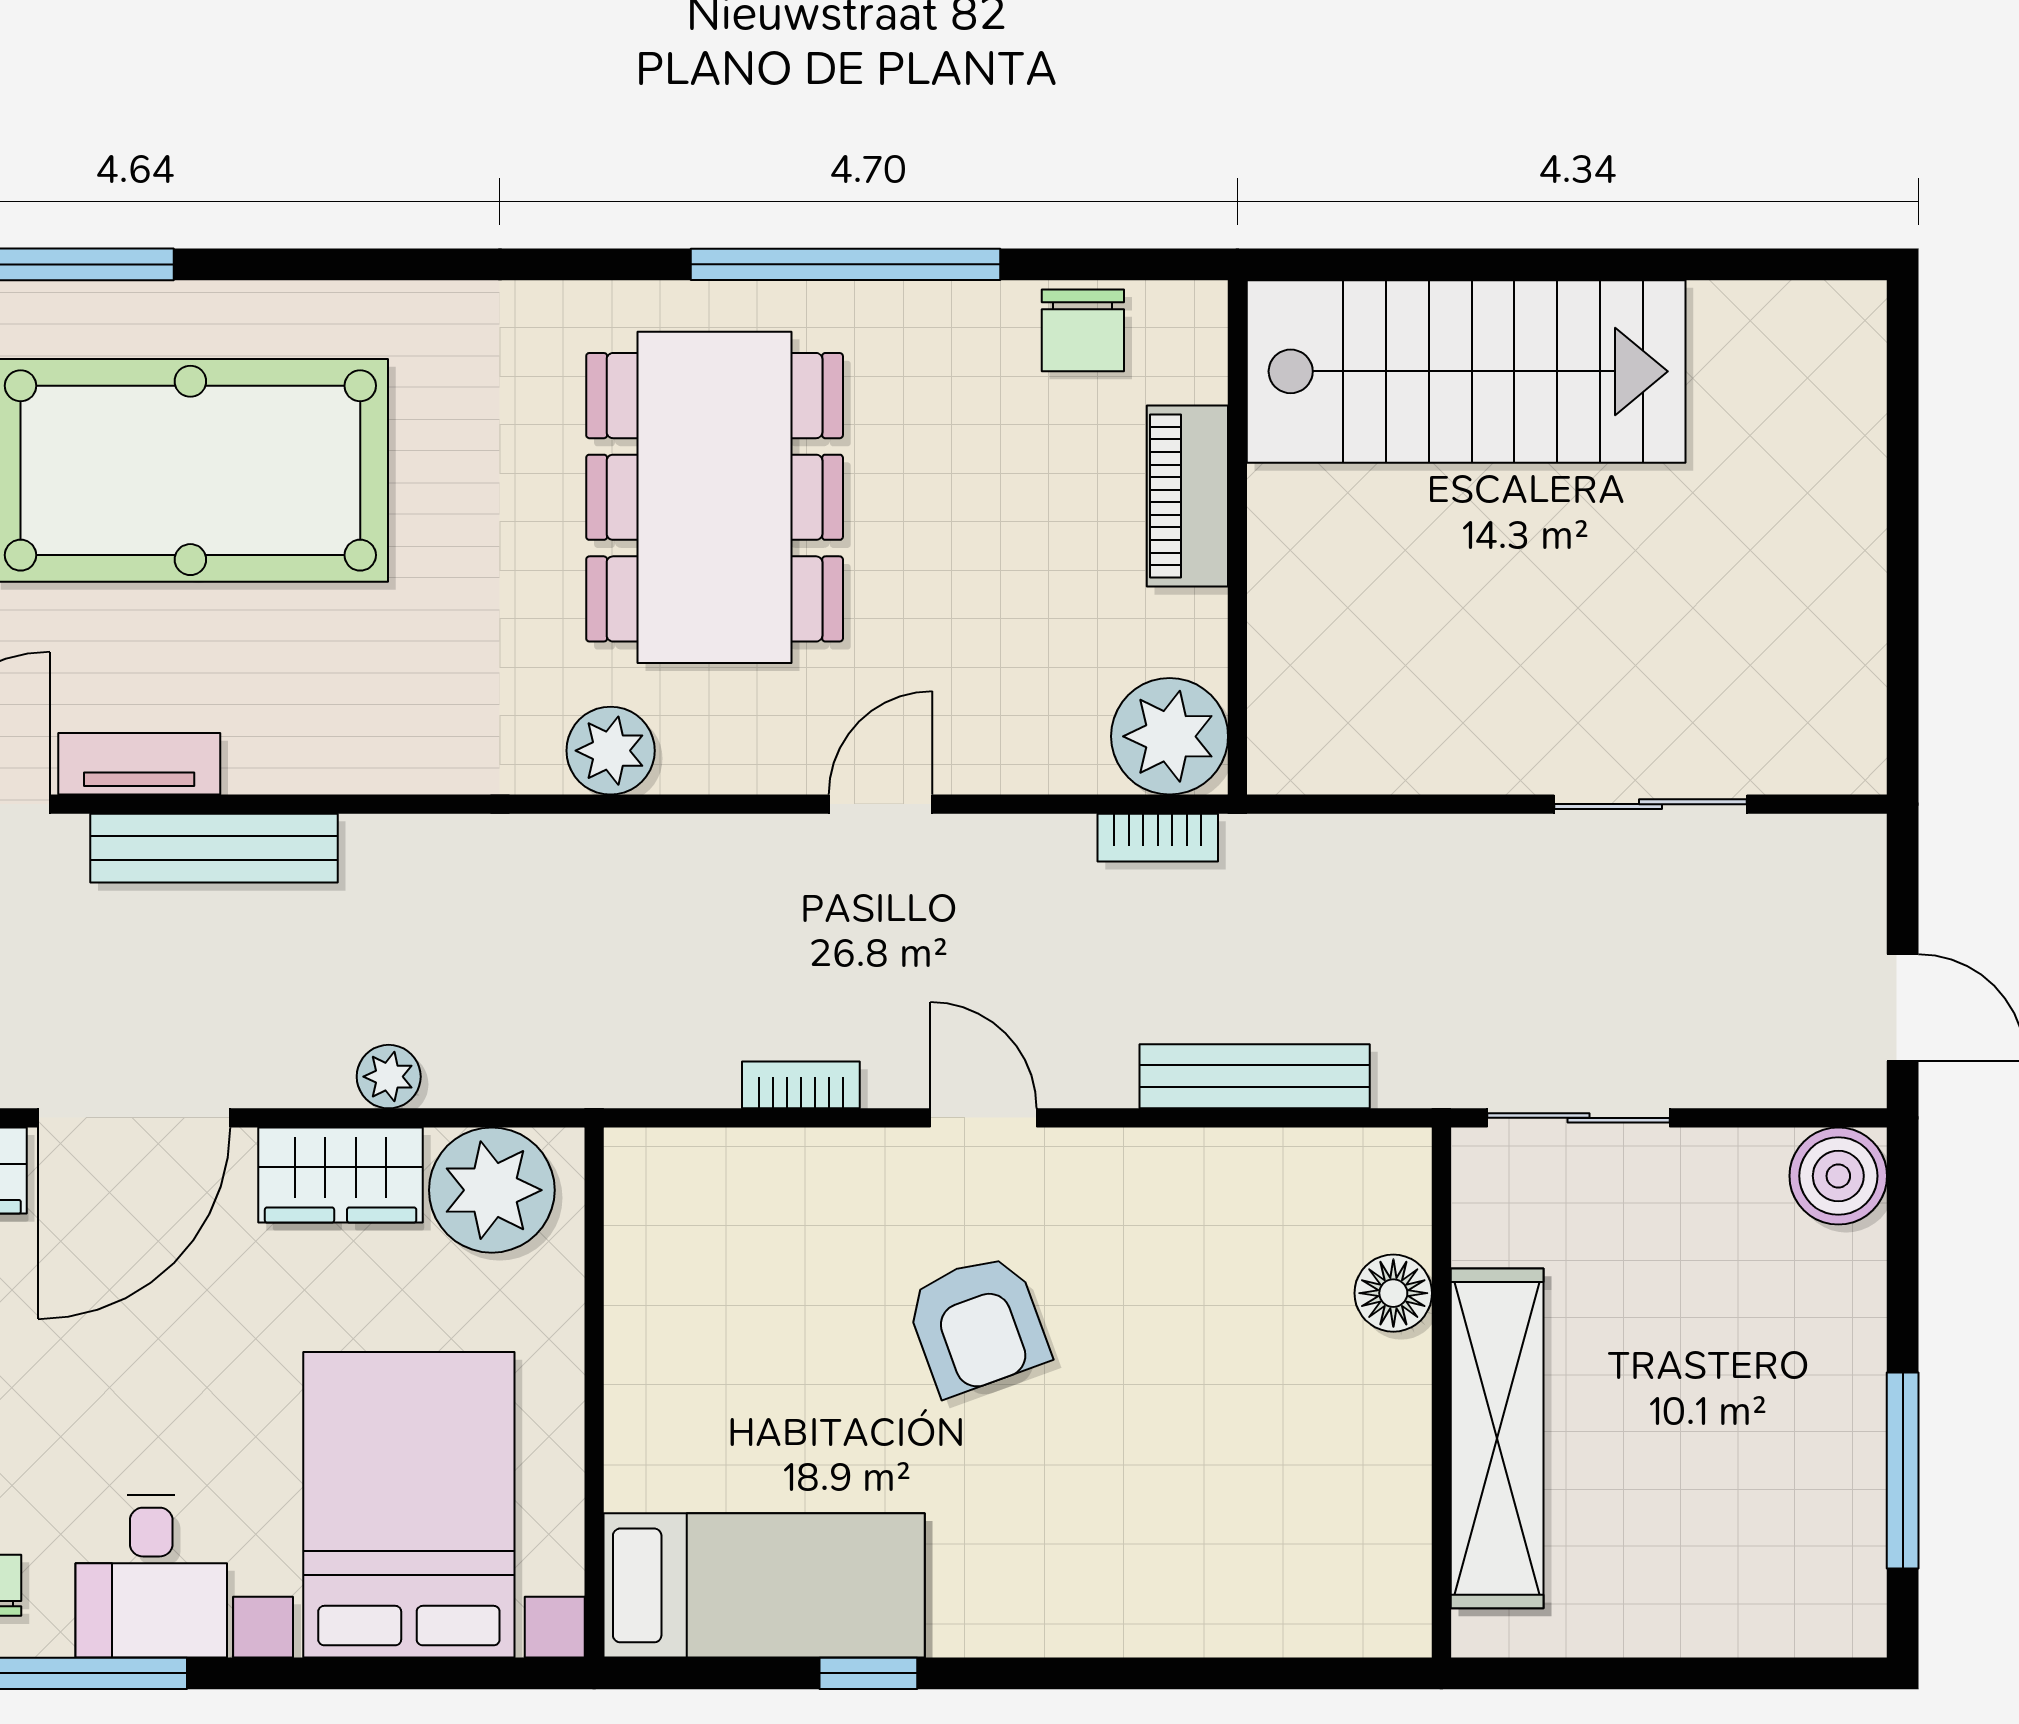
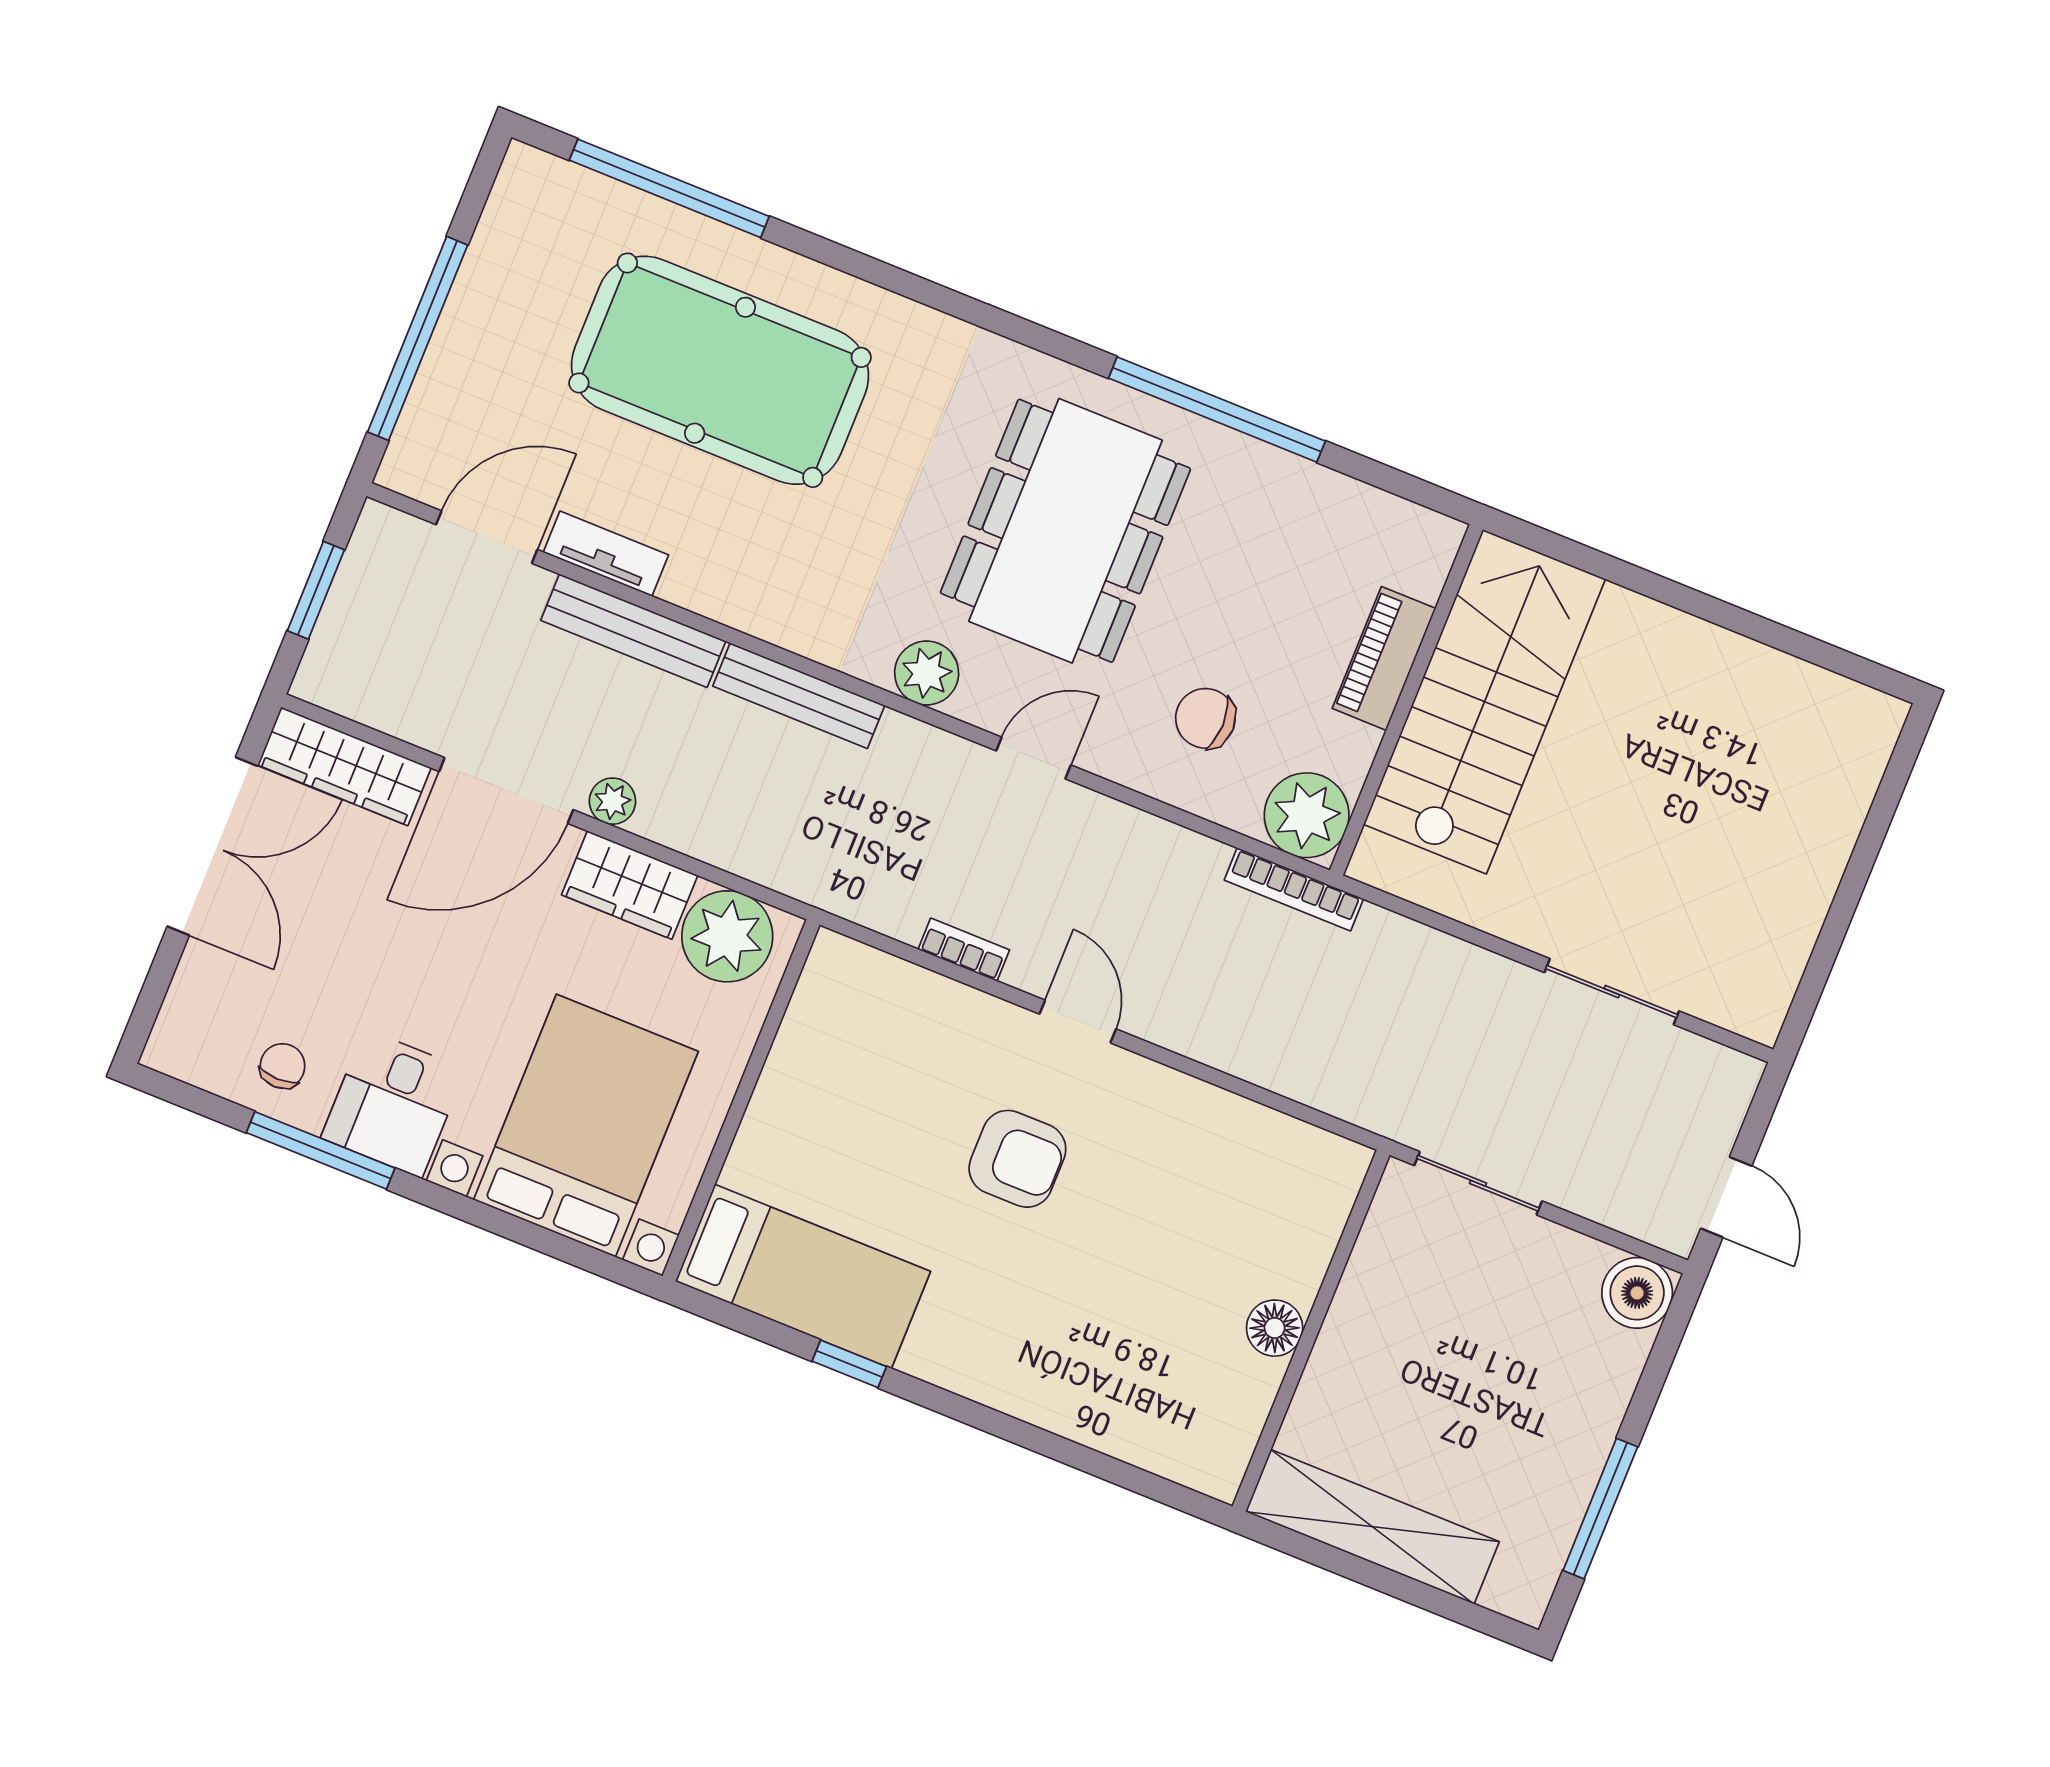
chair: (1083, 330) -> (1205, 718), moved, turned 90
stairs: (1466, 371) -> (1485, 702), moved, turned -90
door: (881, 804) -> (1033, 758), moved
bookcase: (1158, 838) -> (1294, 889), width x1.56
bench: (1255, 1076) -> (799, 696), moved
plant: (389, 1077) -> (612, 801), moved
floor lamp: (1393, 1293) -> (1275, 1328), moved
armchair: (977, 1324) -> (1017, 1159), turned -70
shelving: (1497, 1438) -> (1372, 1527), moved, turned 90

